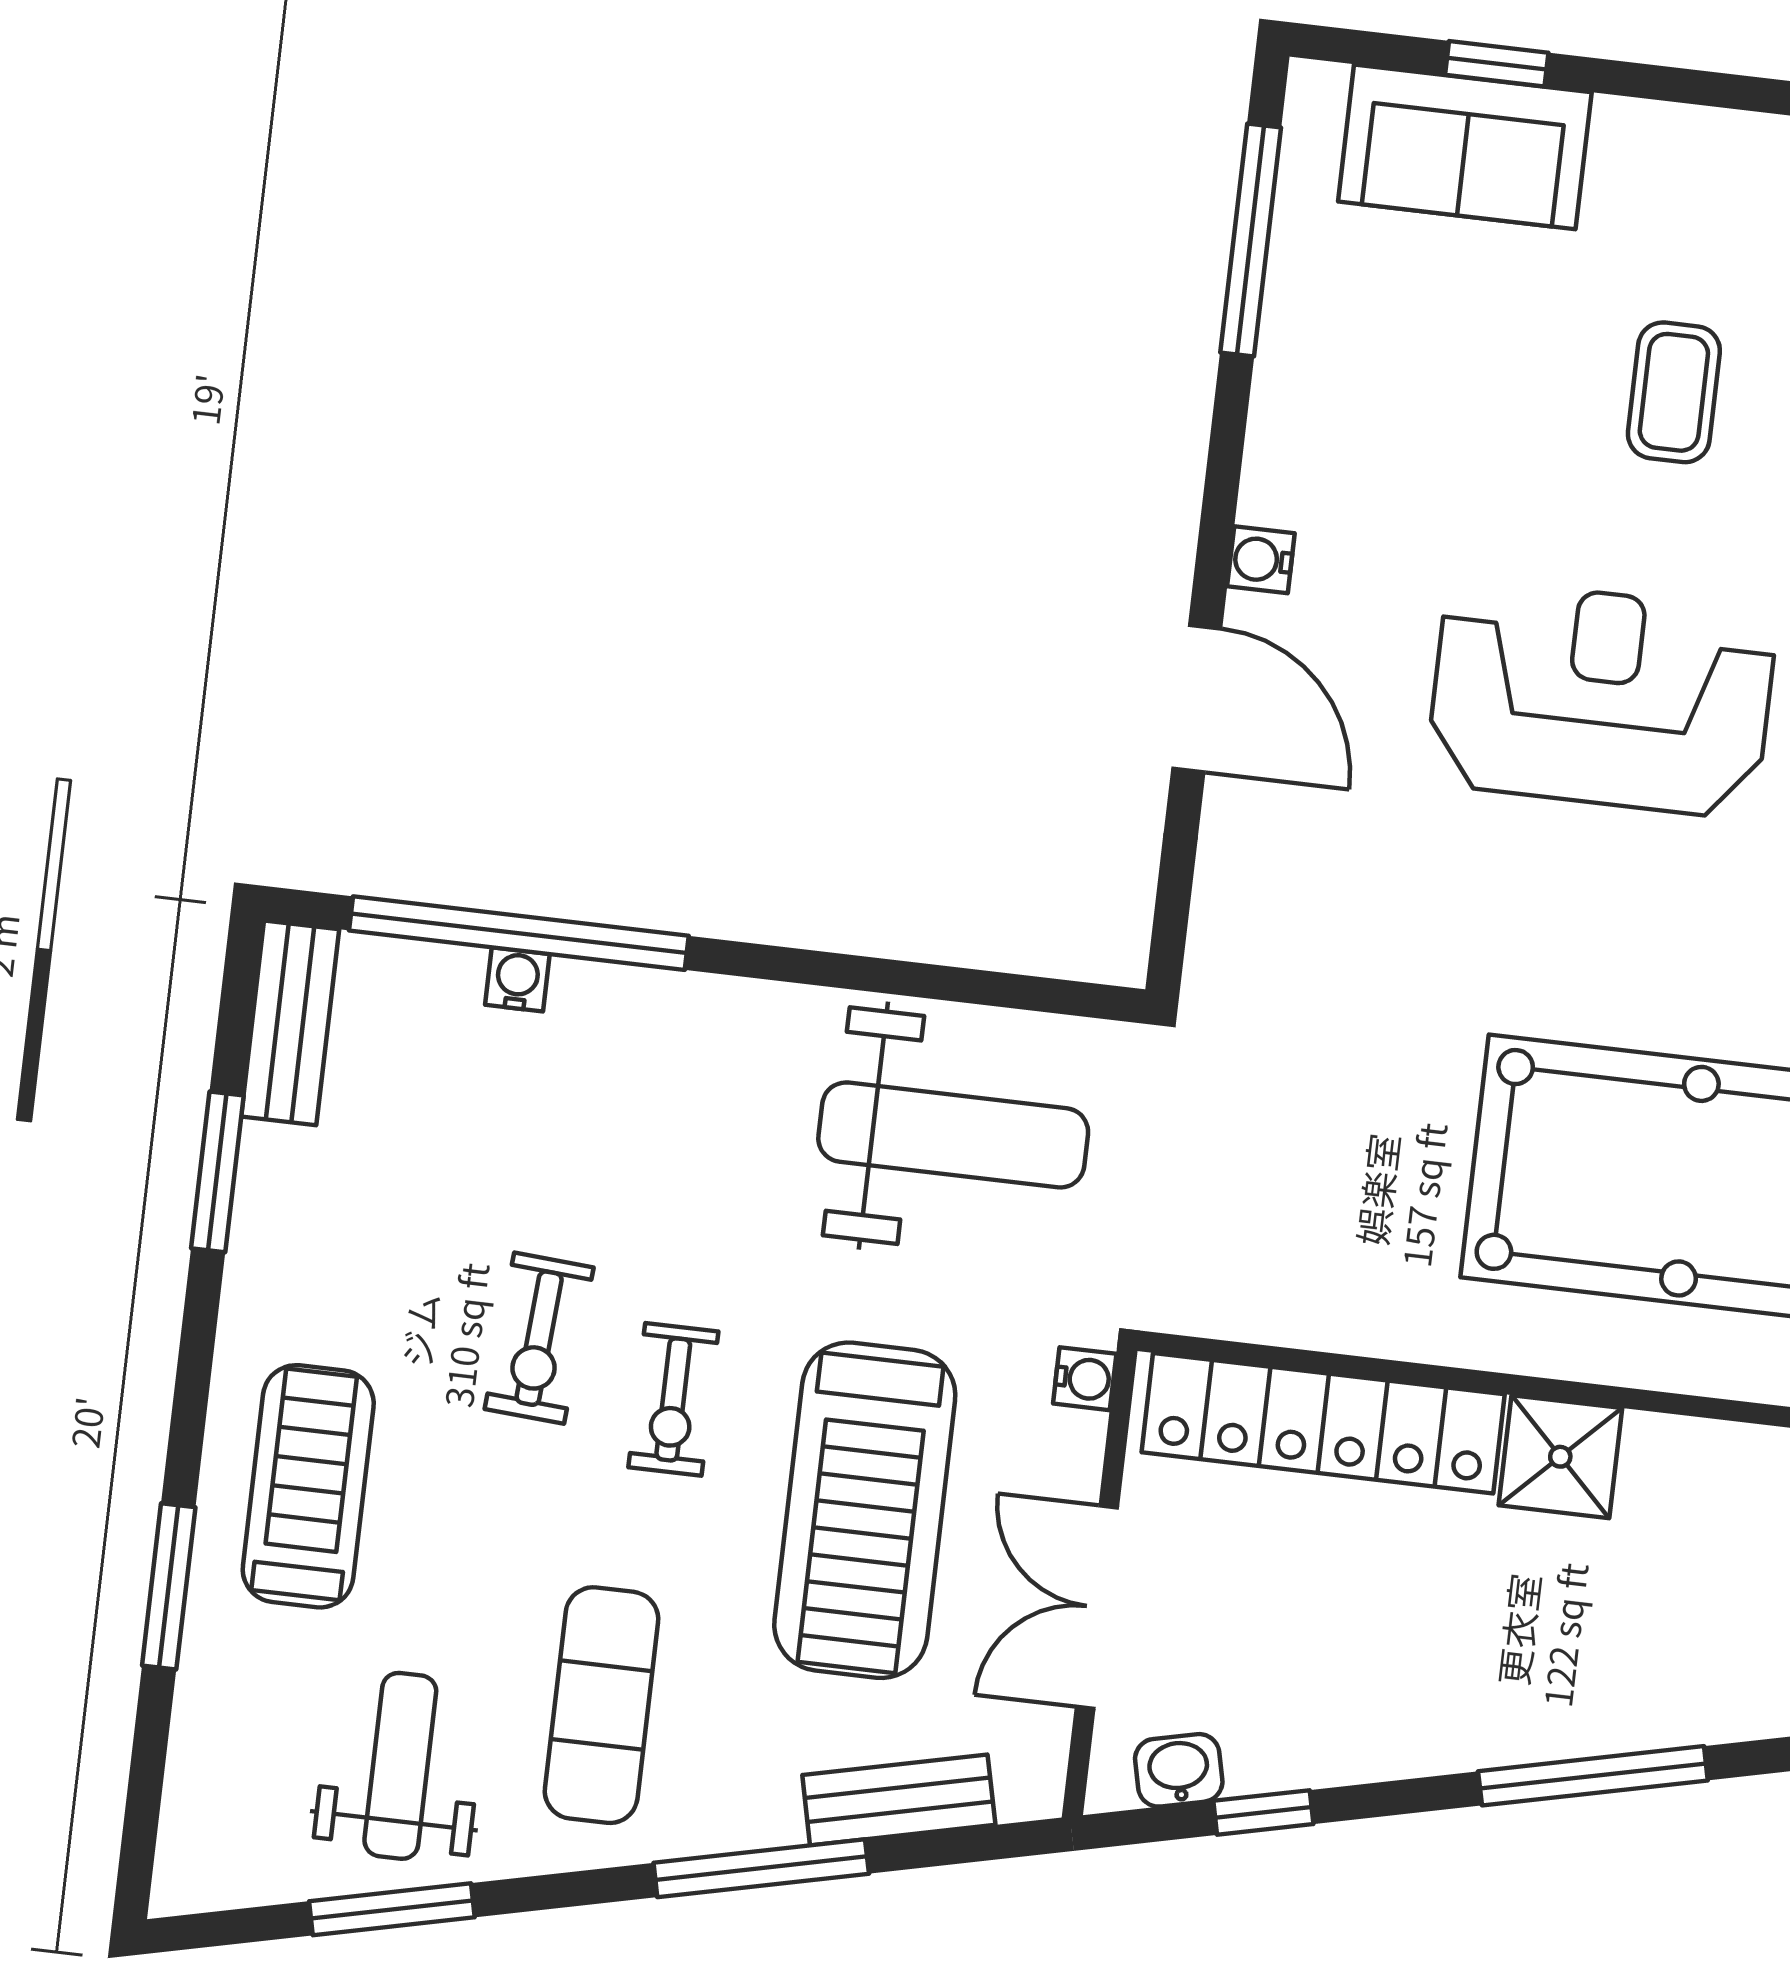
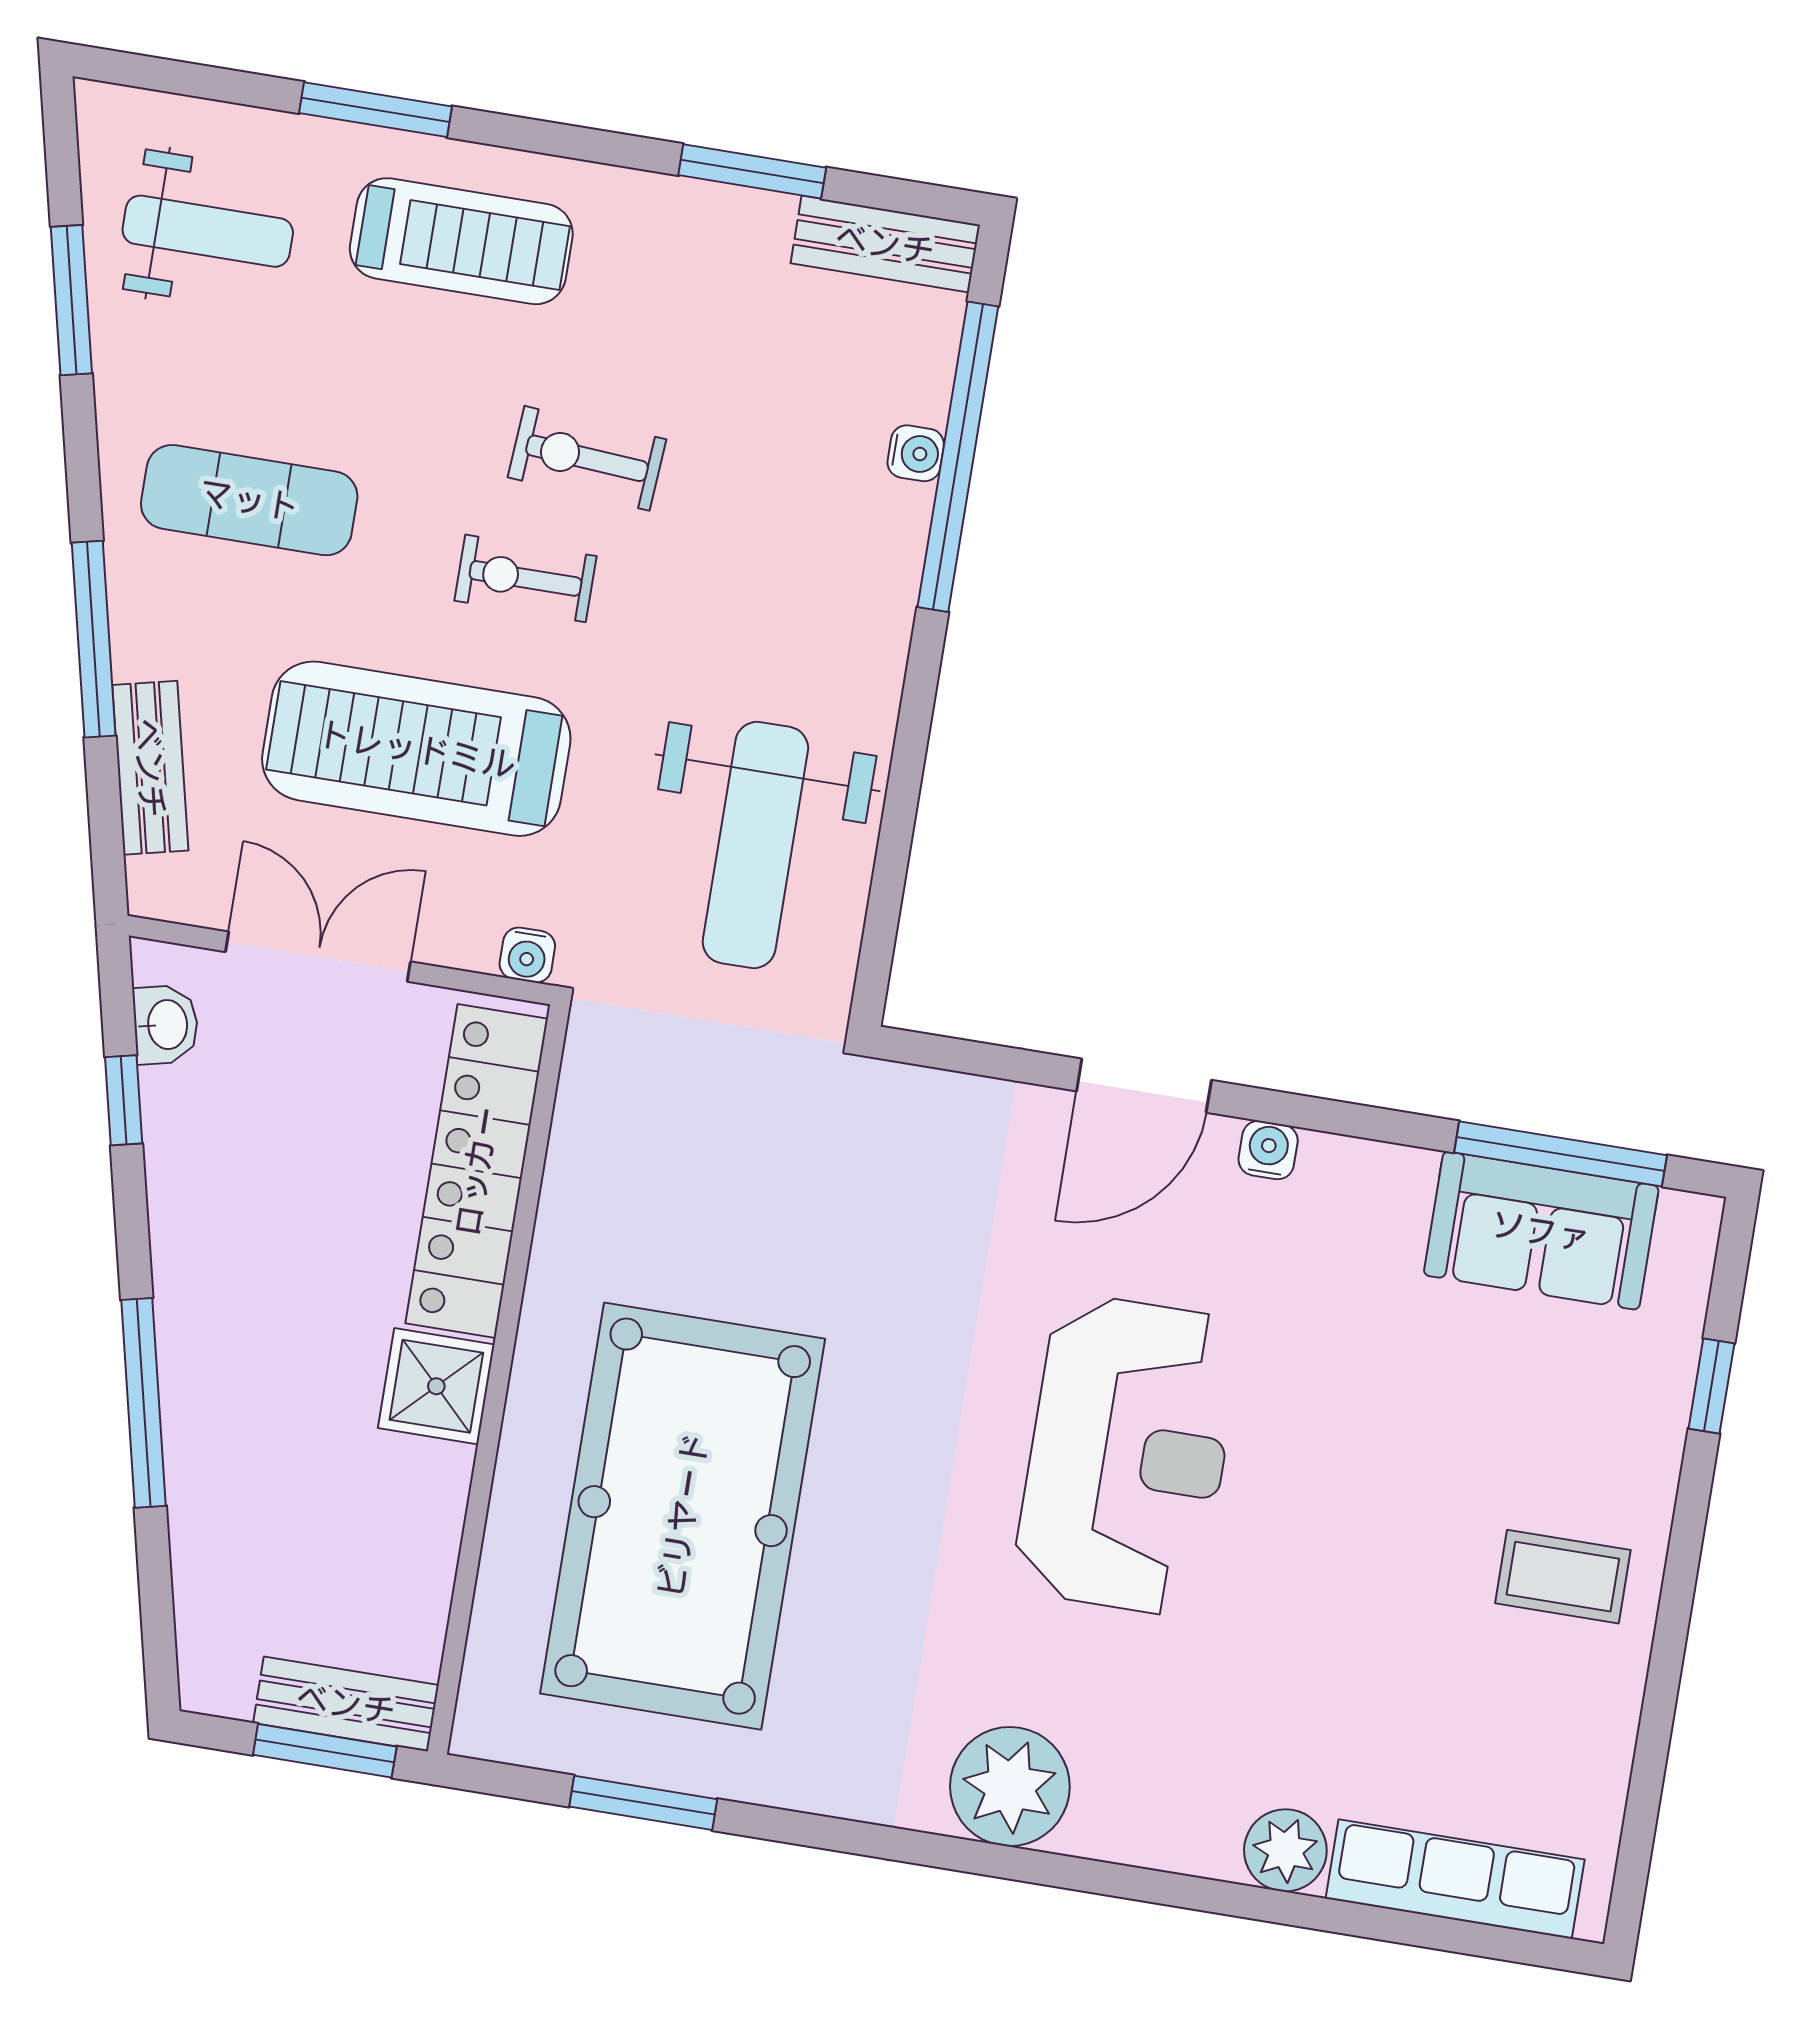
sofa: (1465, 147) -> (1541, 1231), moved, turned -90
coffee table: (1674, 392) -> (1563, 1577), moved
weight bench: (400, 1766) -> (208, 231), moved

